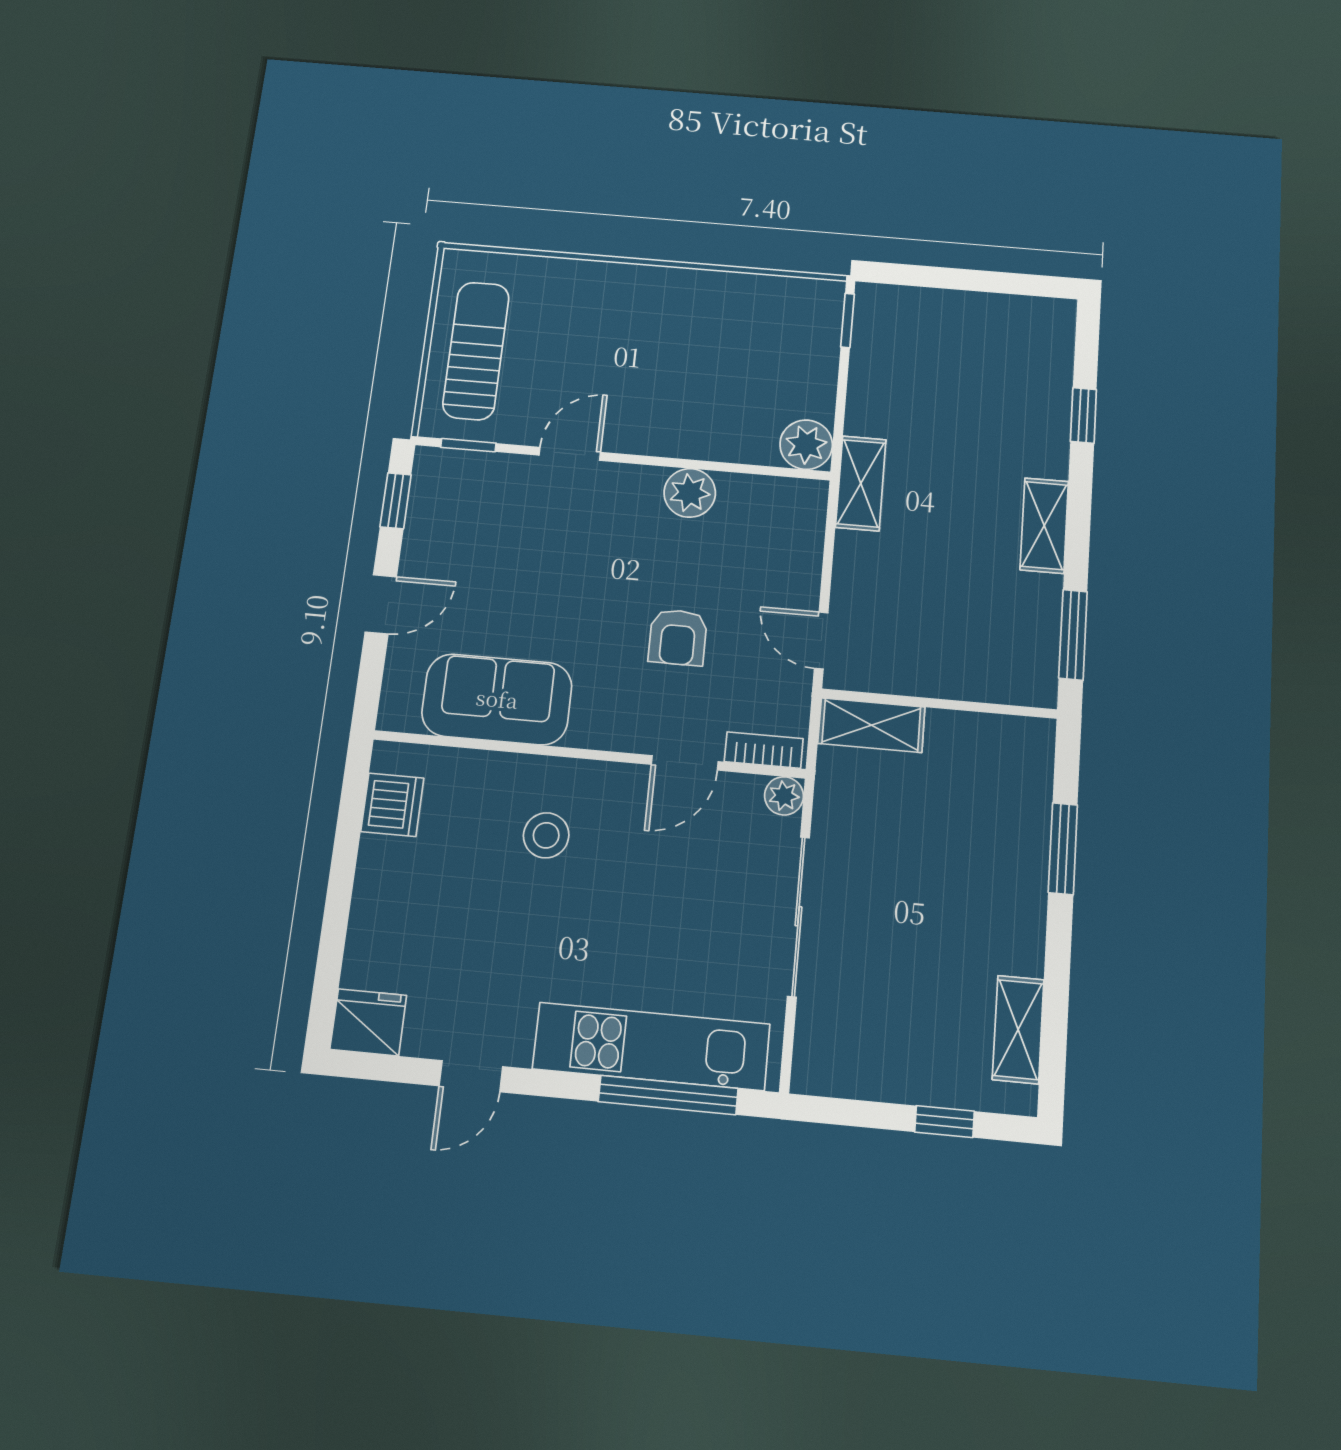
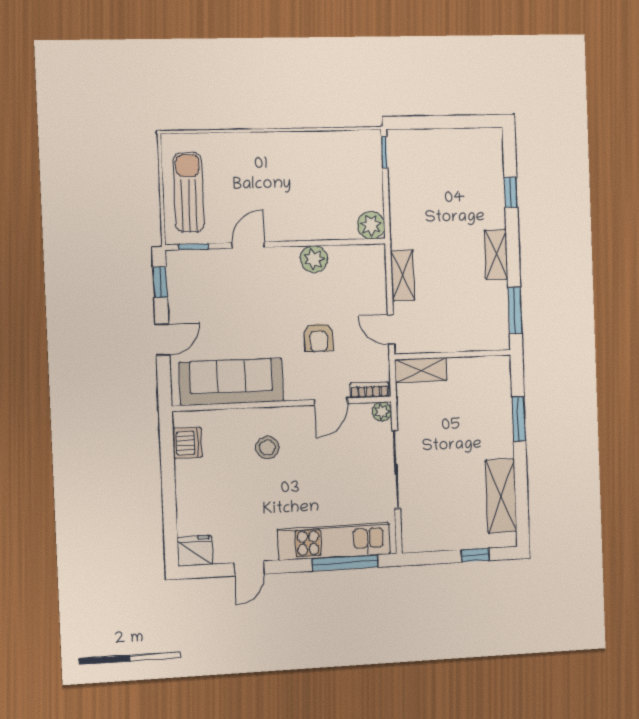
shelving: (861, 483) -> (403, 275), moved
sofa: (497, 699) -> (231, 382), width x1.36
shelving: (1018, 1029) -> (501, 496), width x1.50, depth x1.33

